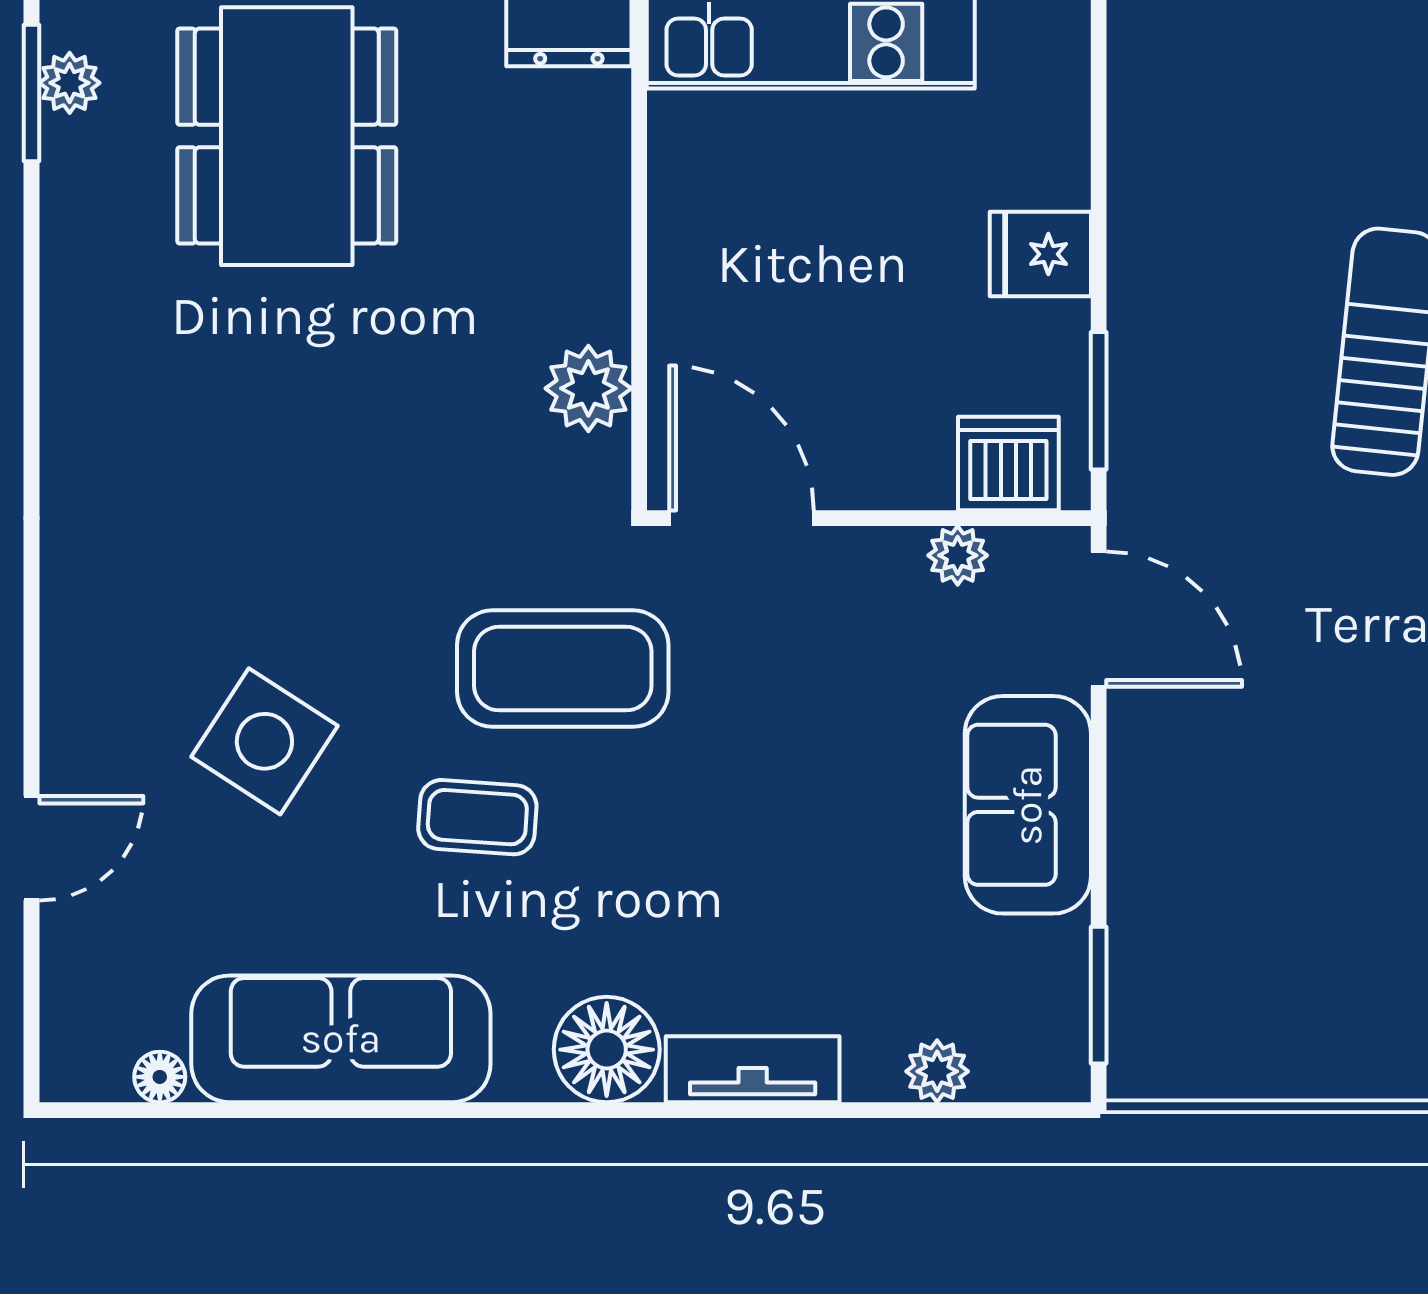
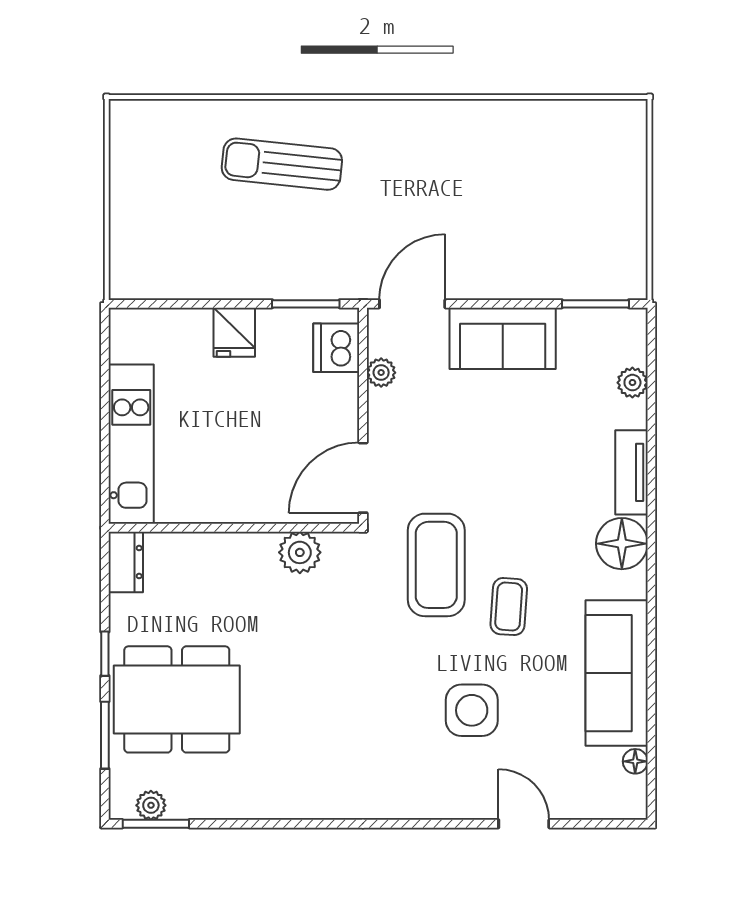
side table: (264, 741) -> (472, 710), turned -33

